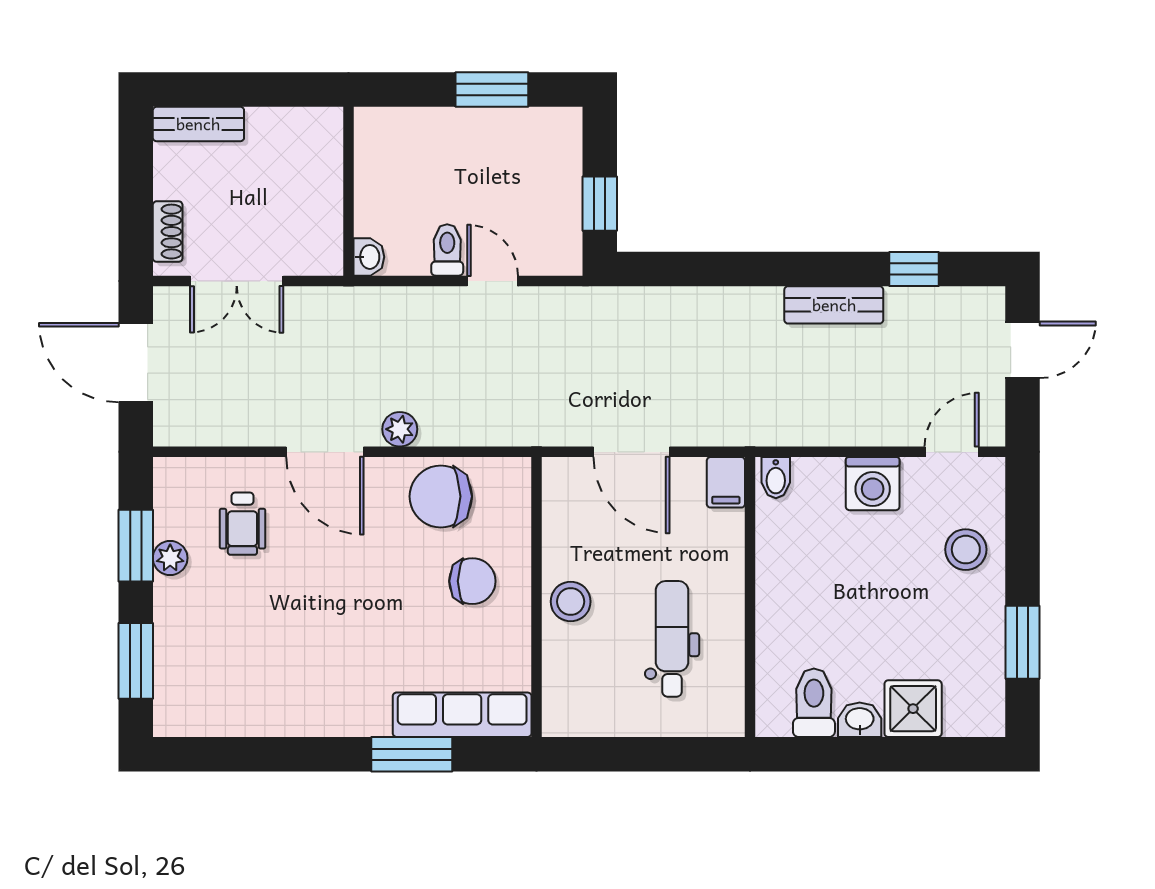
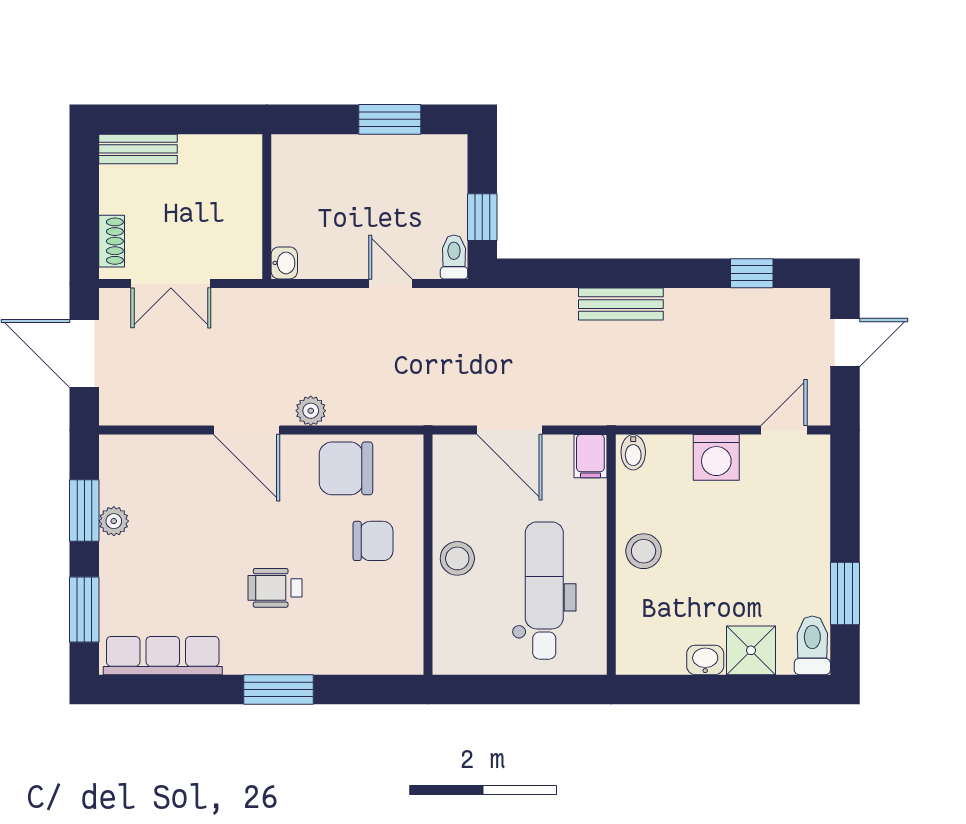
toilet: (447, 250) -> (454, 257), moved
bench: (834, 305) -> (621, 304), moved
wheelchair: (242, 524) -> (275, 588), moved, turned 90
stool: (966, 550) -> (644, 551), moved
dental chair: (672, 639) -> (544, 591), width x1.36, depth x1.38
toilet: (814, 703) -> (812, 645), moved
row of seats: (462, 715) -> (163, 656), moved
window: (412, 754) -> (278, 689), moved

